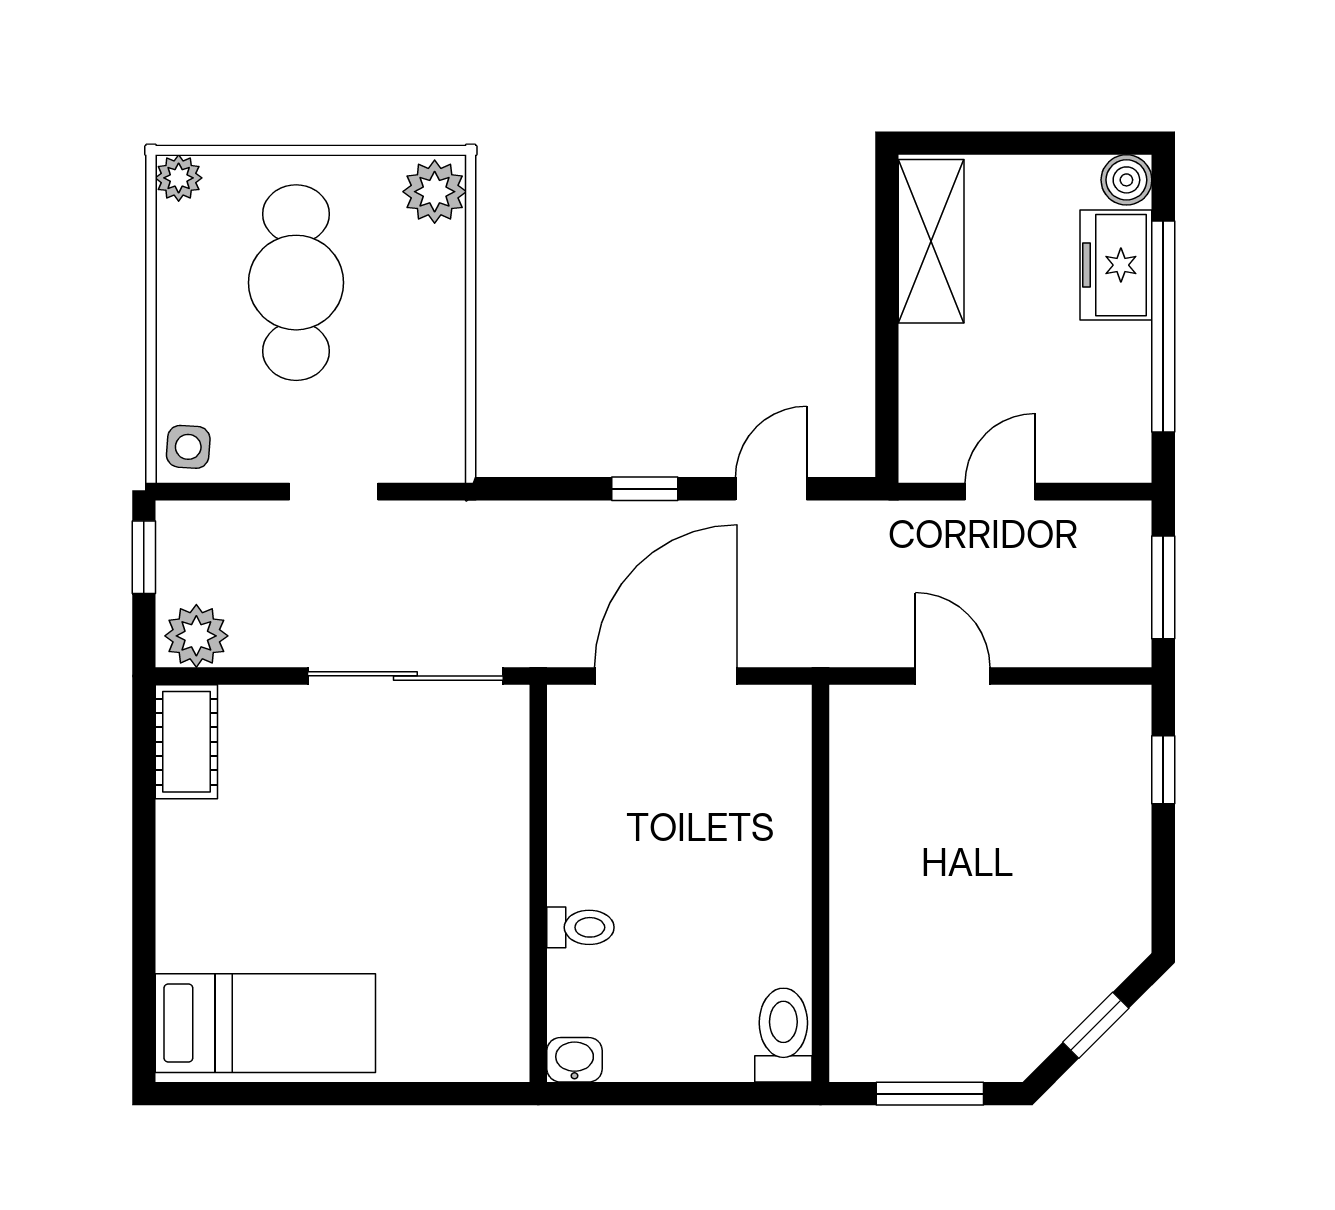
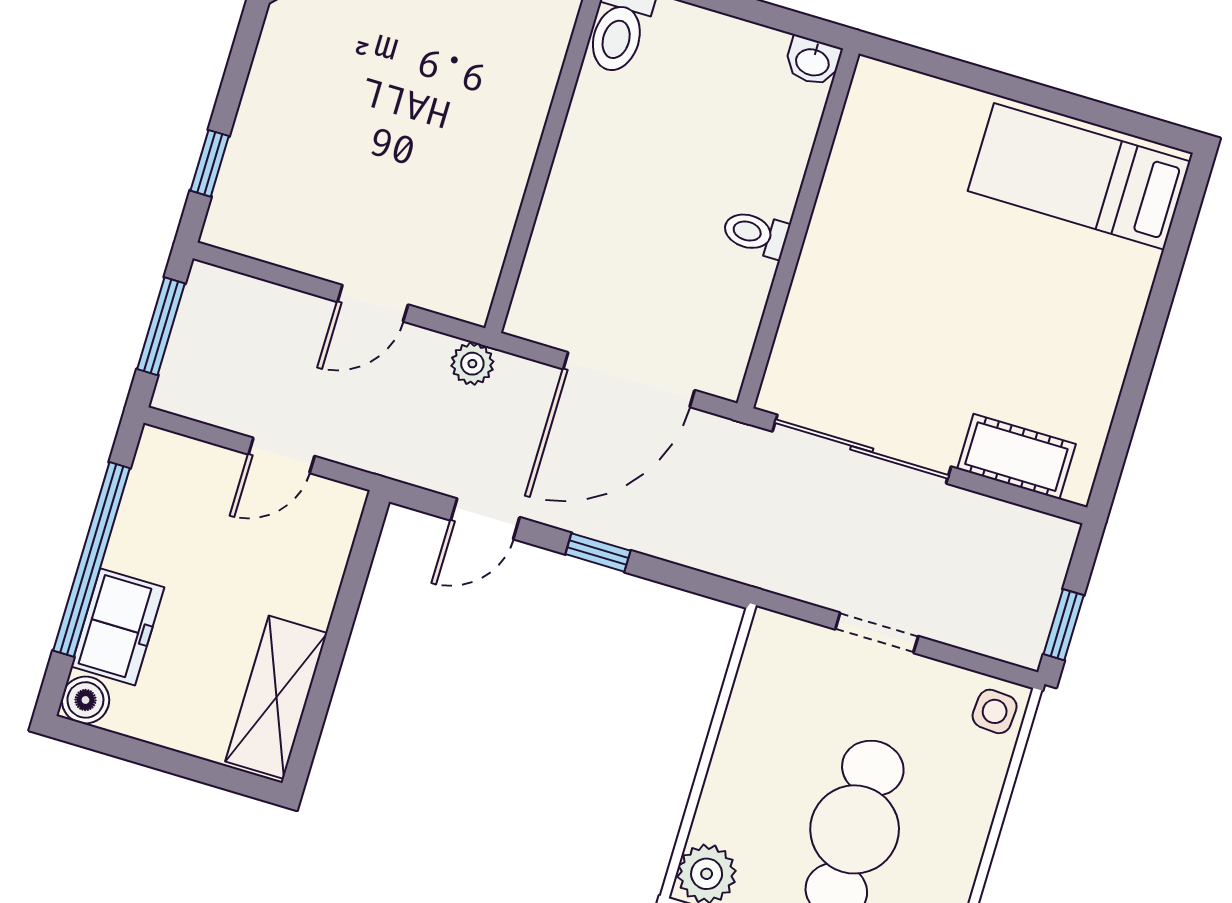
plant: (196, 636) -> (472, 364), moved, width x0.73, depth x0.73
door: (953, 676) -> (373, 303), hinge flipped
cot: (186, 742) -> (1016, 457), moved, turned 90
toilet: (580, 927) -> (756, 234), moved

